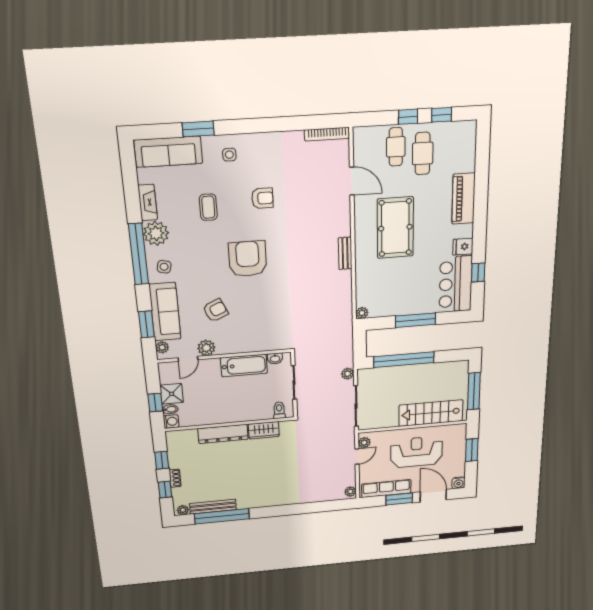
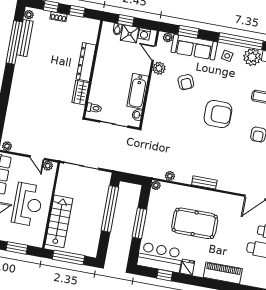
pool table: (395, 228) -> (195, 223), moved
plant: (348, 374) -> (170, 176), moved
washing machine: (171, 421) -> (144, 34), moved

